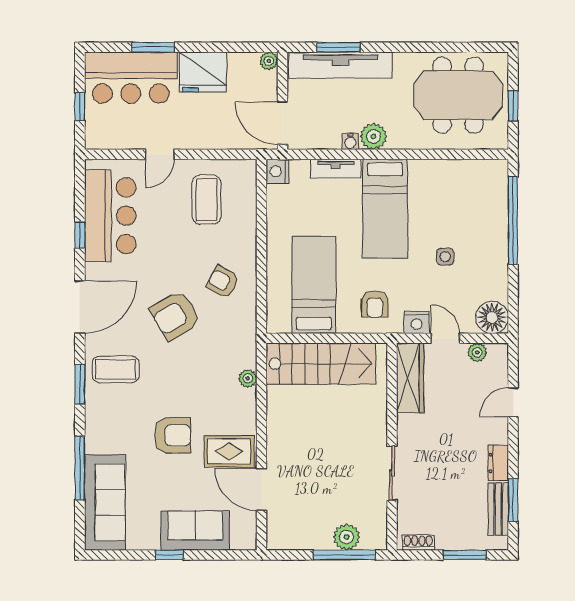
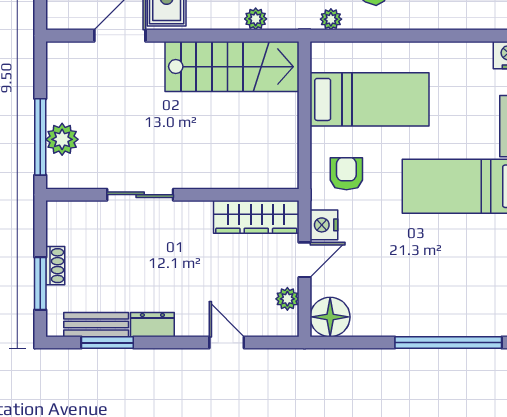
side table: (445, 257) -> (404, 260), removed
armchair: (375, 304) -> (346, 174), turned 90
plant: (248, 317) -> (331, 19), added
stairs: (321, 364) -> (232, 67), moved, turned -90
shoe rack: (418, 543) -> (55, 266), moved

